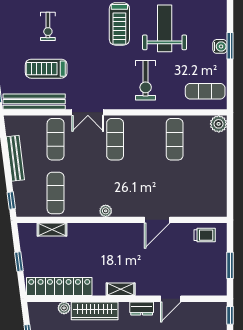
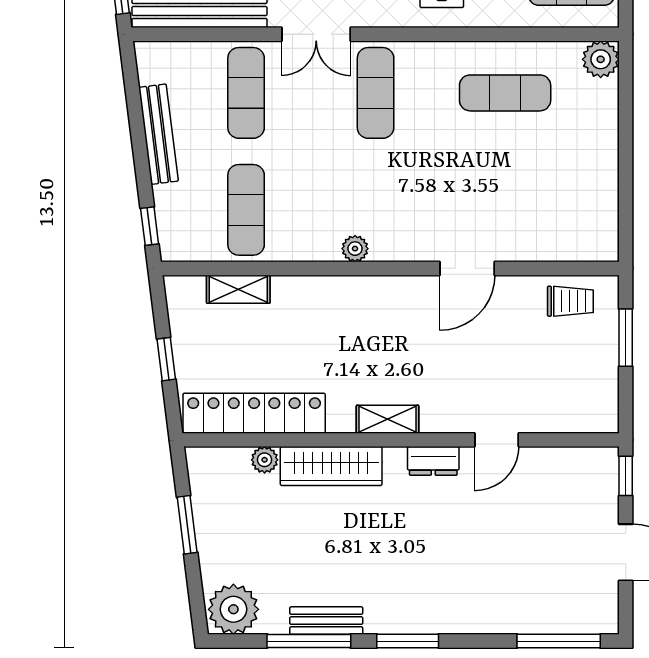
exercise mat: (175, 139) -> (505, 93), turned 90
window: (230, 265) -> (626, 338), moved

